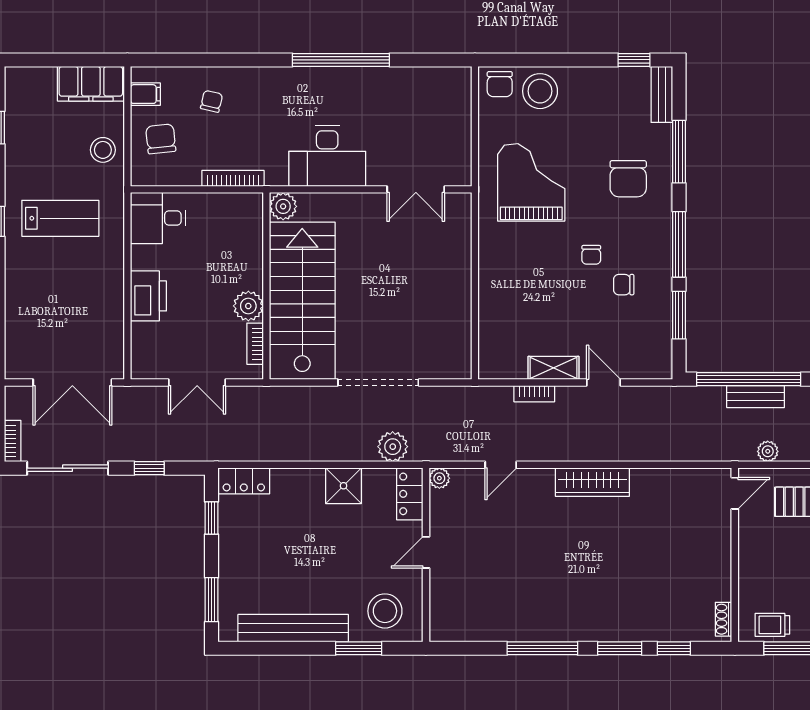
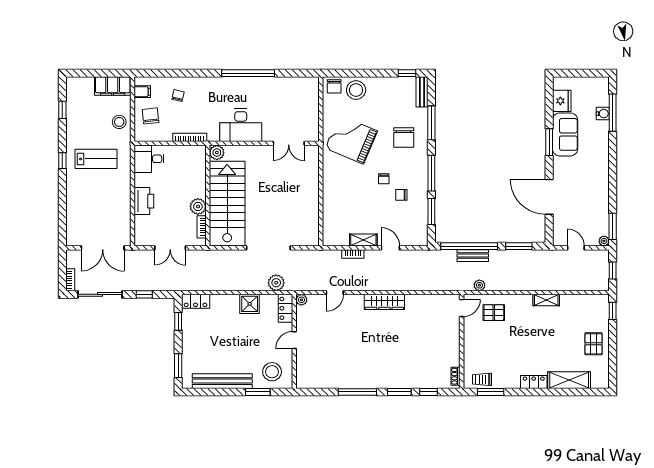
grand piano: (531, 182) -> (351, 139), turned -67

